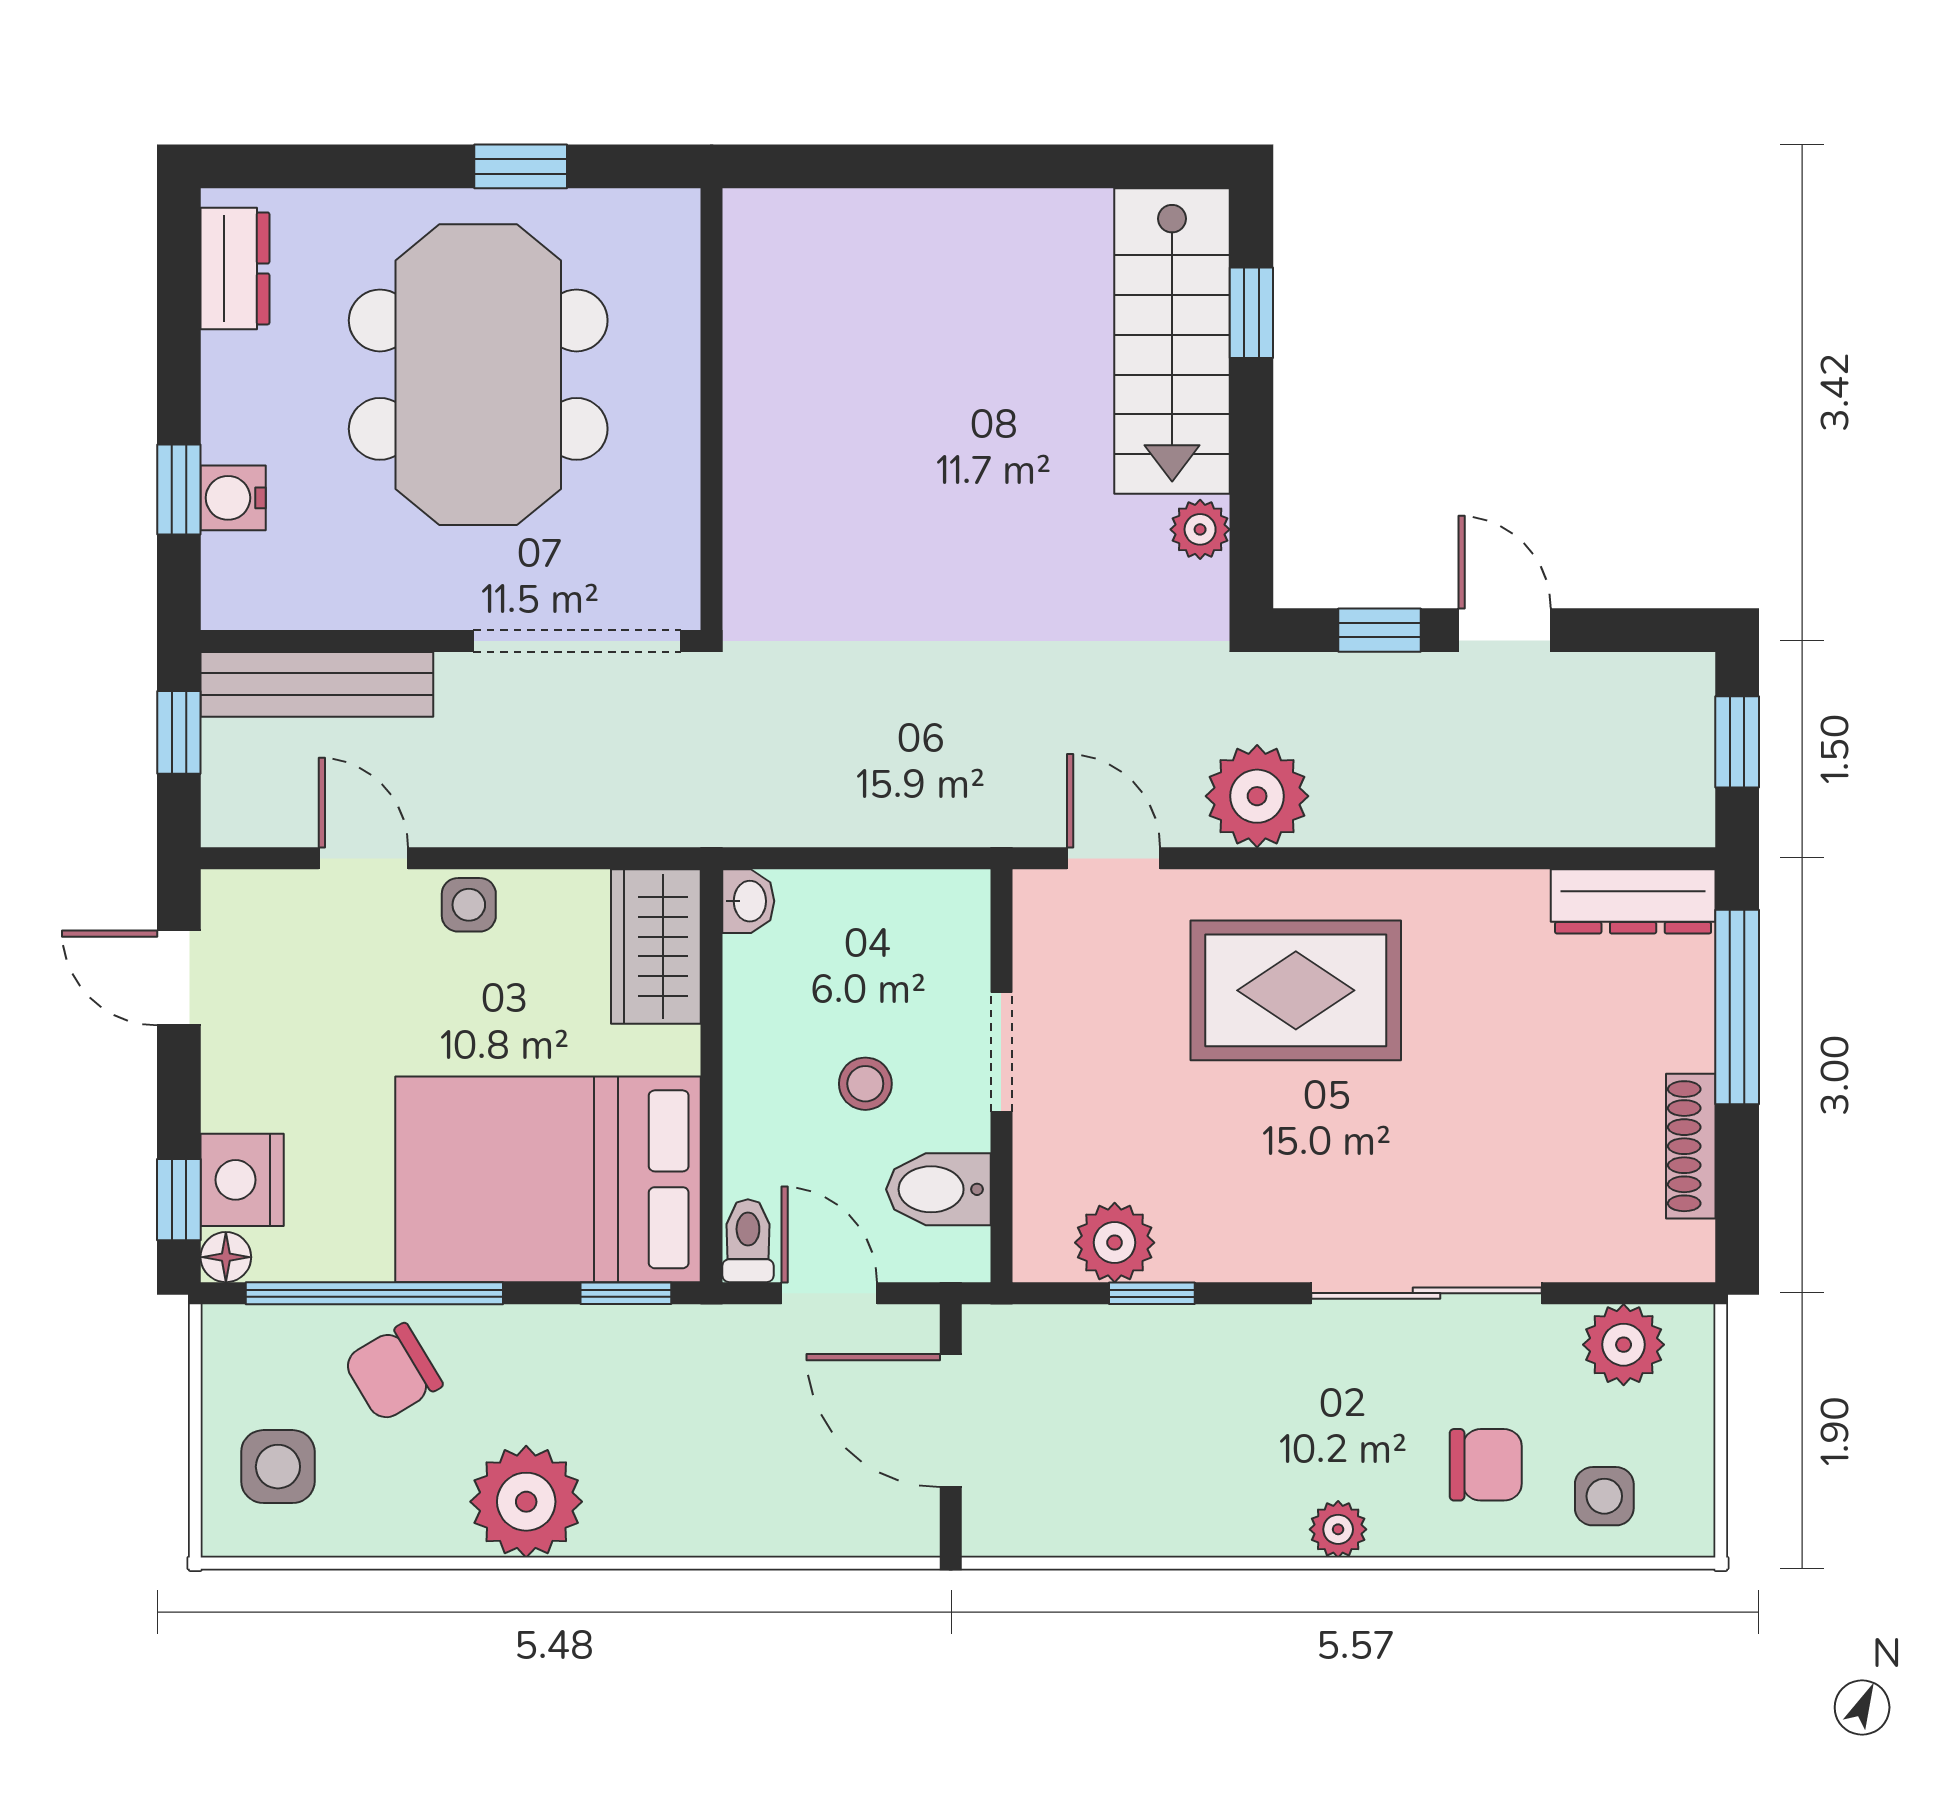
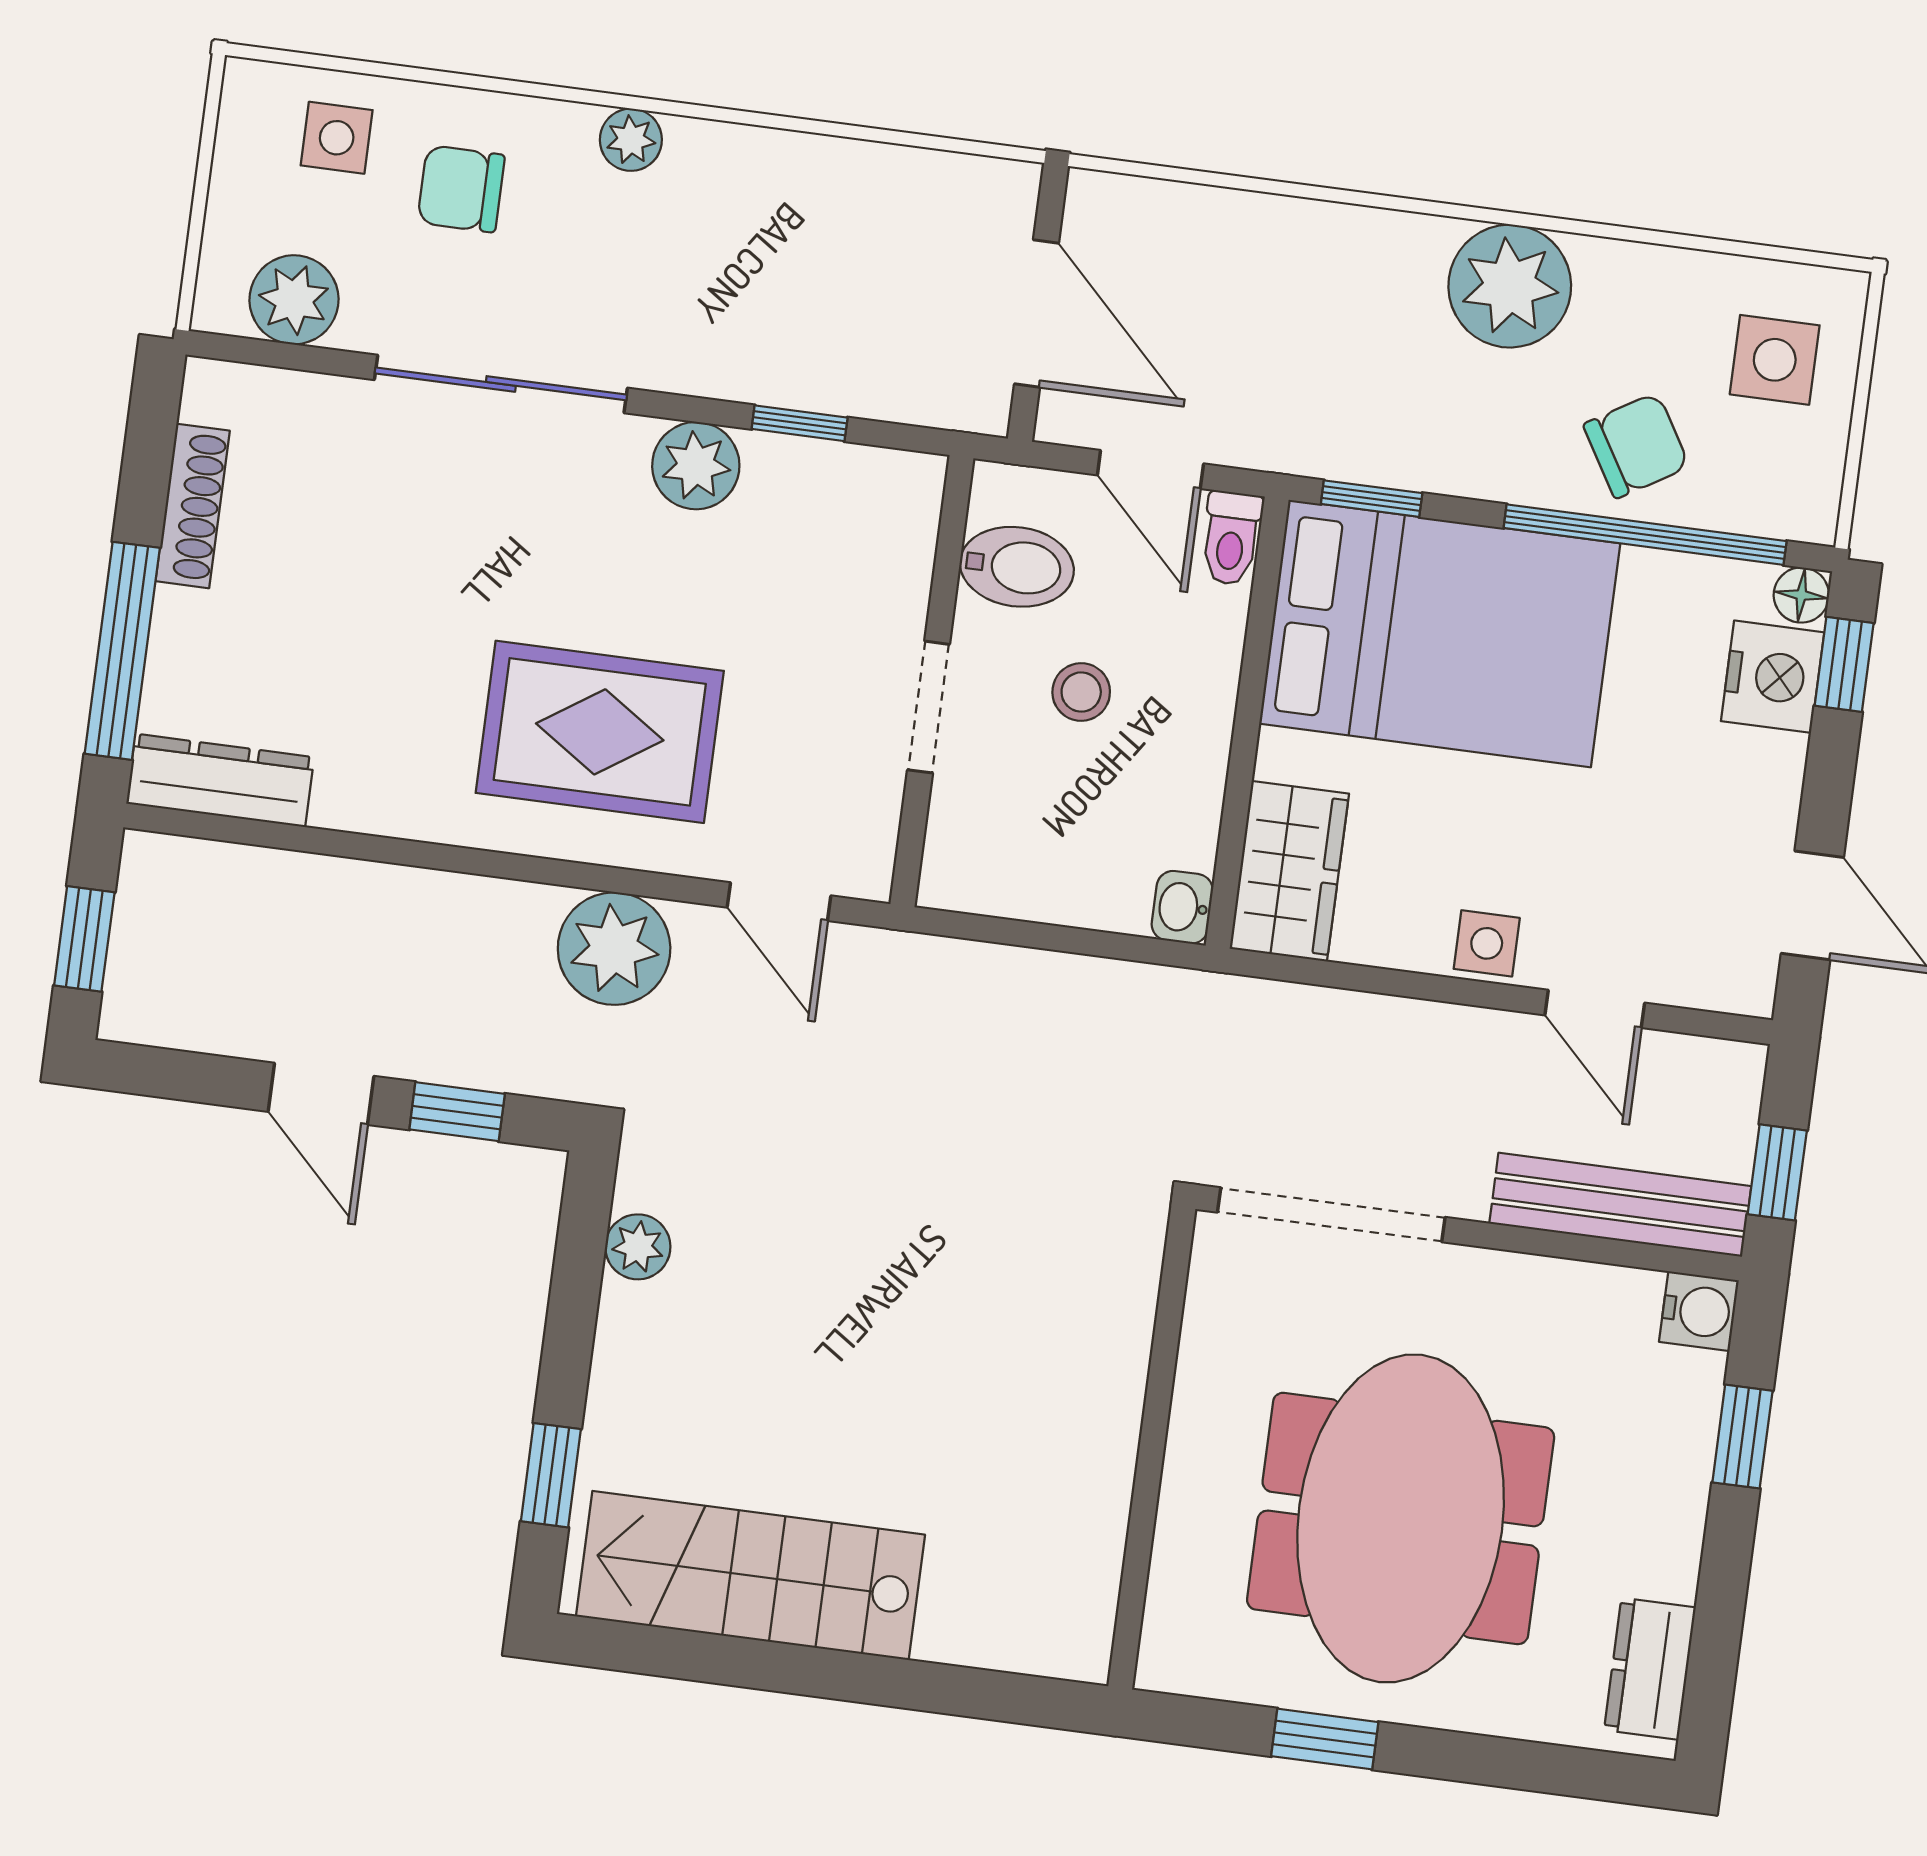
stairs: (1172, 341) -> (750, 1576), moved, turned -90
water cooler: (233, 498) -> (1699, 1311), moved
plant: (1115, 1243) -> (696, 466), moved

